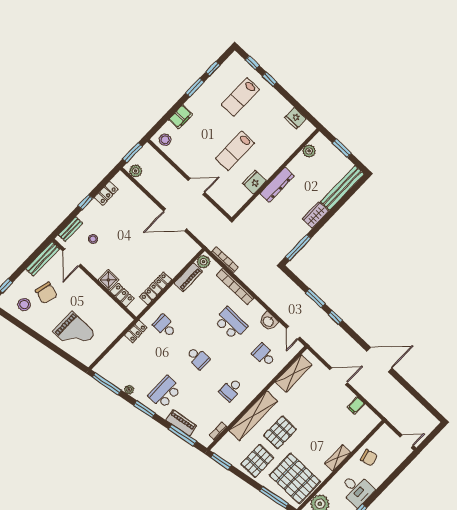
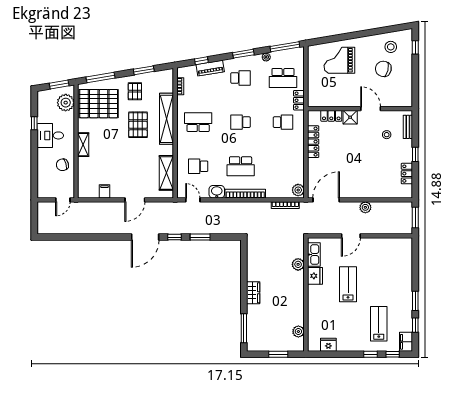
filing cabinet: (181, 117) -> (406, 342), moved
stool: (165, 140) -> (402, 247), removed
plant: (136, 171) -> (365, 207), moved
dresser: (277, 185) -> (298, 288), removed
bench: (342, 188) -> (253, 328), removed
kitchen sink: (239, 200) -> (314, 255), added
plant: (259, 204) -> (298, 264), added
door: (175, 220) -> (326, 200), moved
window: (298, 248) -> (244, 328), moved
door: (72, 258) -> (371, 109), moved
bench: (43, 259) -> (407, 89), removed
piano: (188, 277) -> (298, 170), removed
bookcase: (235, 287) -> (245, 194), moved
school desk: (264, 355) -> (198, 166), turned 180
door: (380, 360) -> (145, 237), moved
school desk: (132, 361) -> (283, 78), added
school desk: (231, 390) -> (198, 122), width x1.85
school desk: (165, 392) -> (241, 78), width x0.54
window: (183, 435) -> (201, 61), width x0.46
door: (407, 441) -> (63, 200), moved
window: (221, 461) -> (144, 70), moved
pallet: (257, 461) -> (135, 91), width x0.67, depth x0.71

